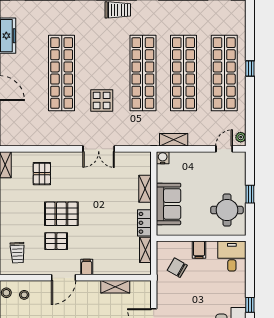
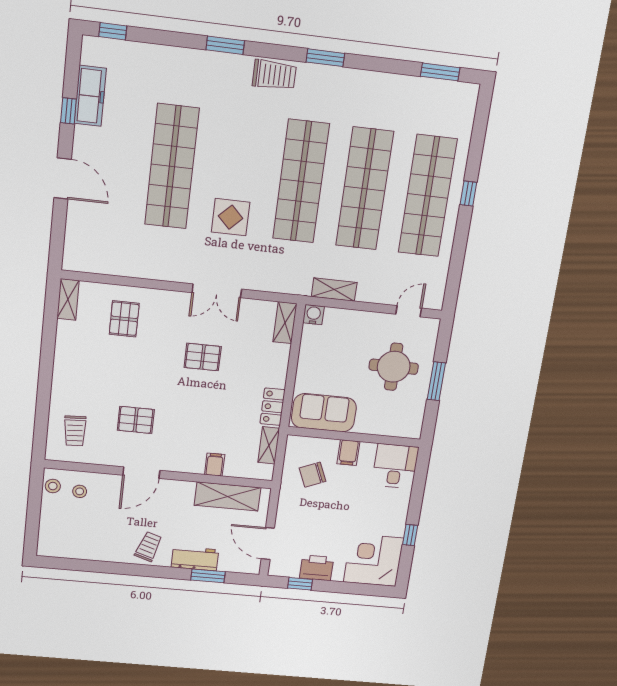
plant: (241, 137) -> (437, 297), removed
shelving: (145, 189) -> (285, 323), moved
window: (250, 194) -> (436, 381), width x1.50
sofa: (169, 204) -> (324, 413), moved, turned -90
round table: (227, 210) -> (394, 367), moved
pallet: (61, 214) -> (203, 357), moved, width x0.67, depth x0.71
filing cabinet: (87, 267) -> (215, 465), moved
chair: (177, 268) -> (313, 475), turned -53
shelving: (115, 287) -> (228, 496), width x1.50, depth x1.33

